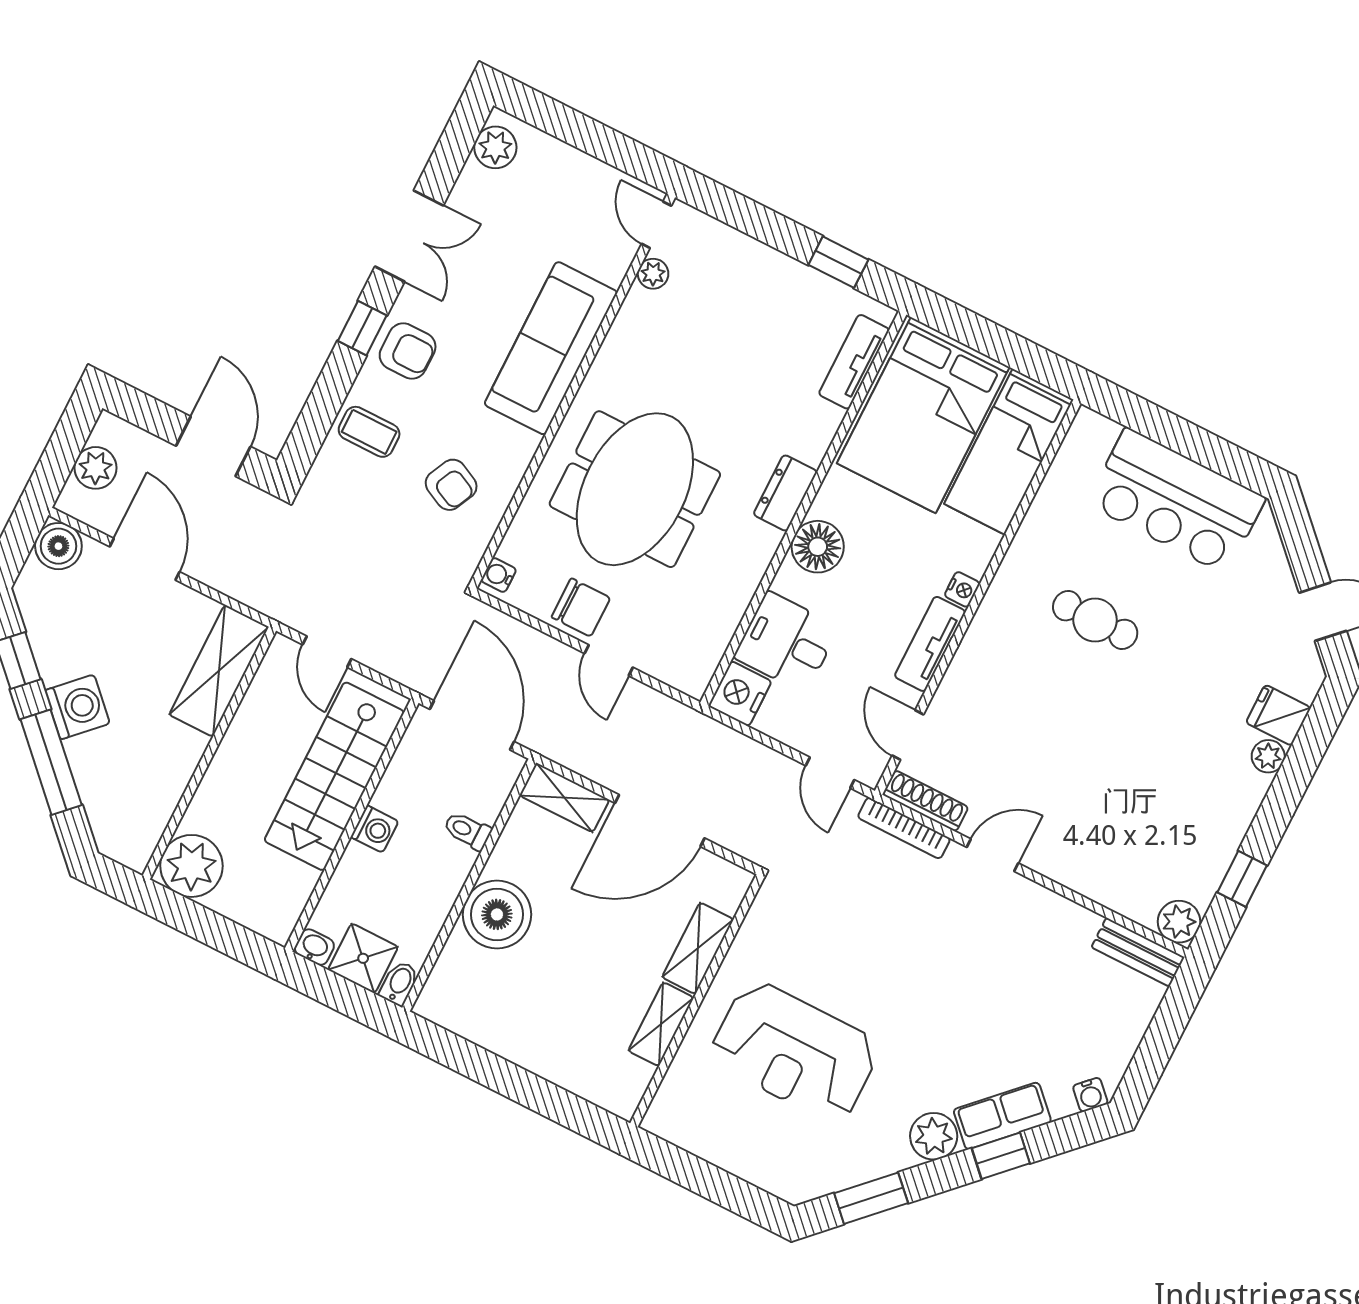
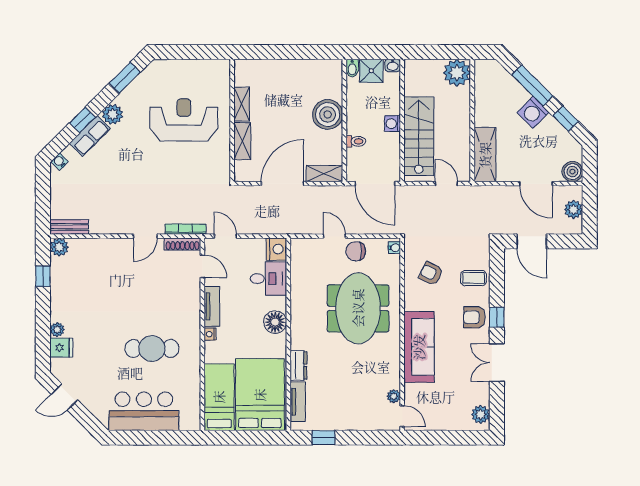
dresser: (785, 493) -> (298, 365), moved
cafe table: (1095, 620) -> (152, 349), width x1.37, depth x1.35

